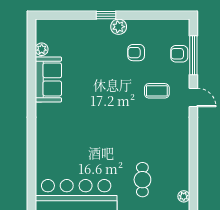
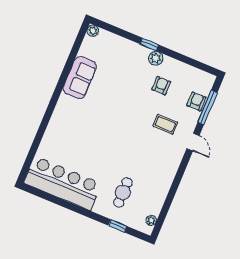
plant: (42, 49) -> (93, 31), moved
armchair: (136, 53) -> (161, 86), turned 90
armchair: (179, 54) -> (196, 101), turned 90

